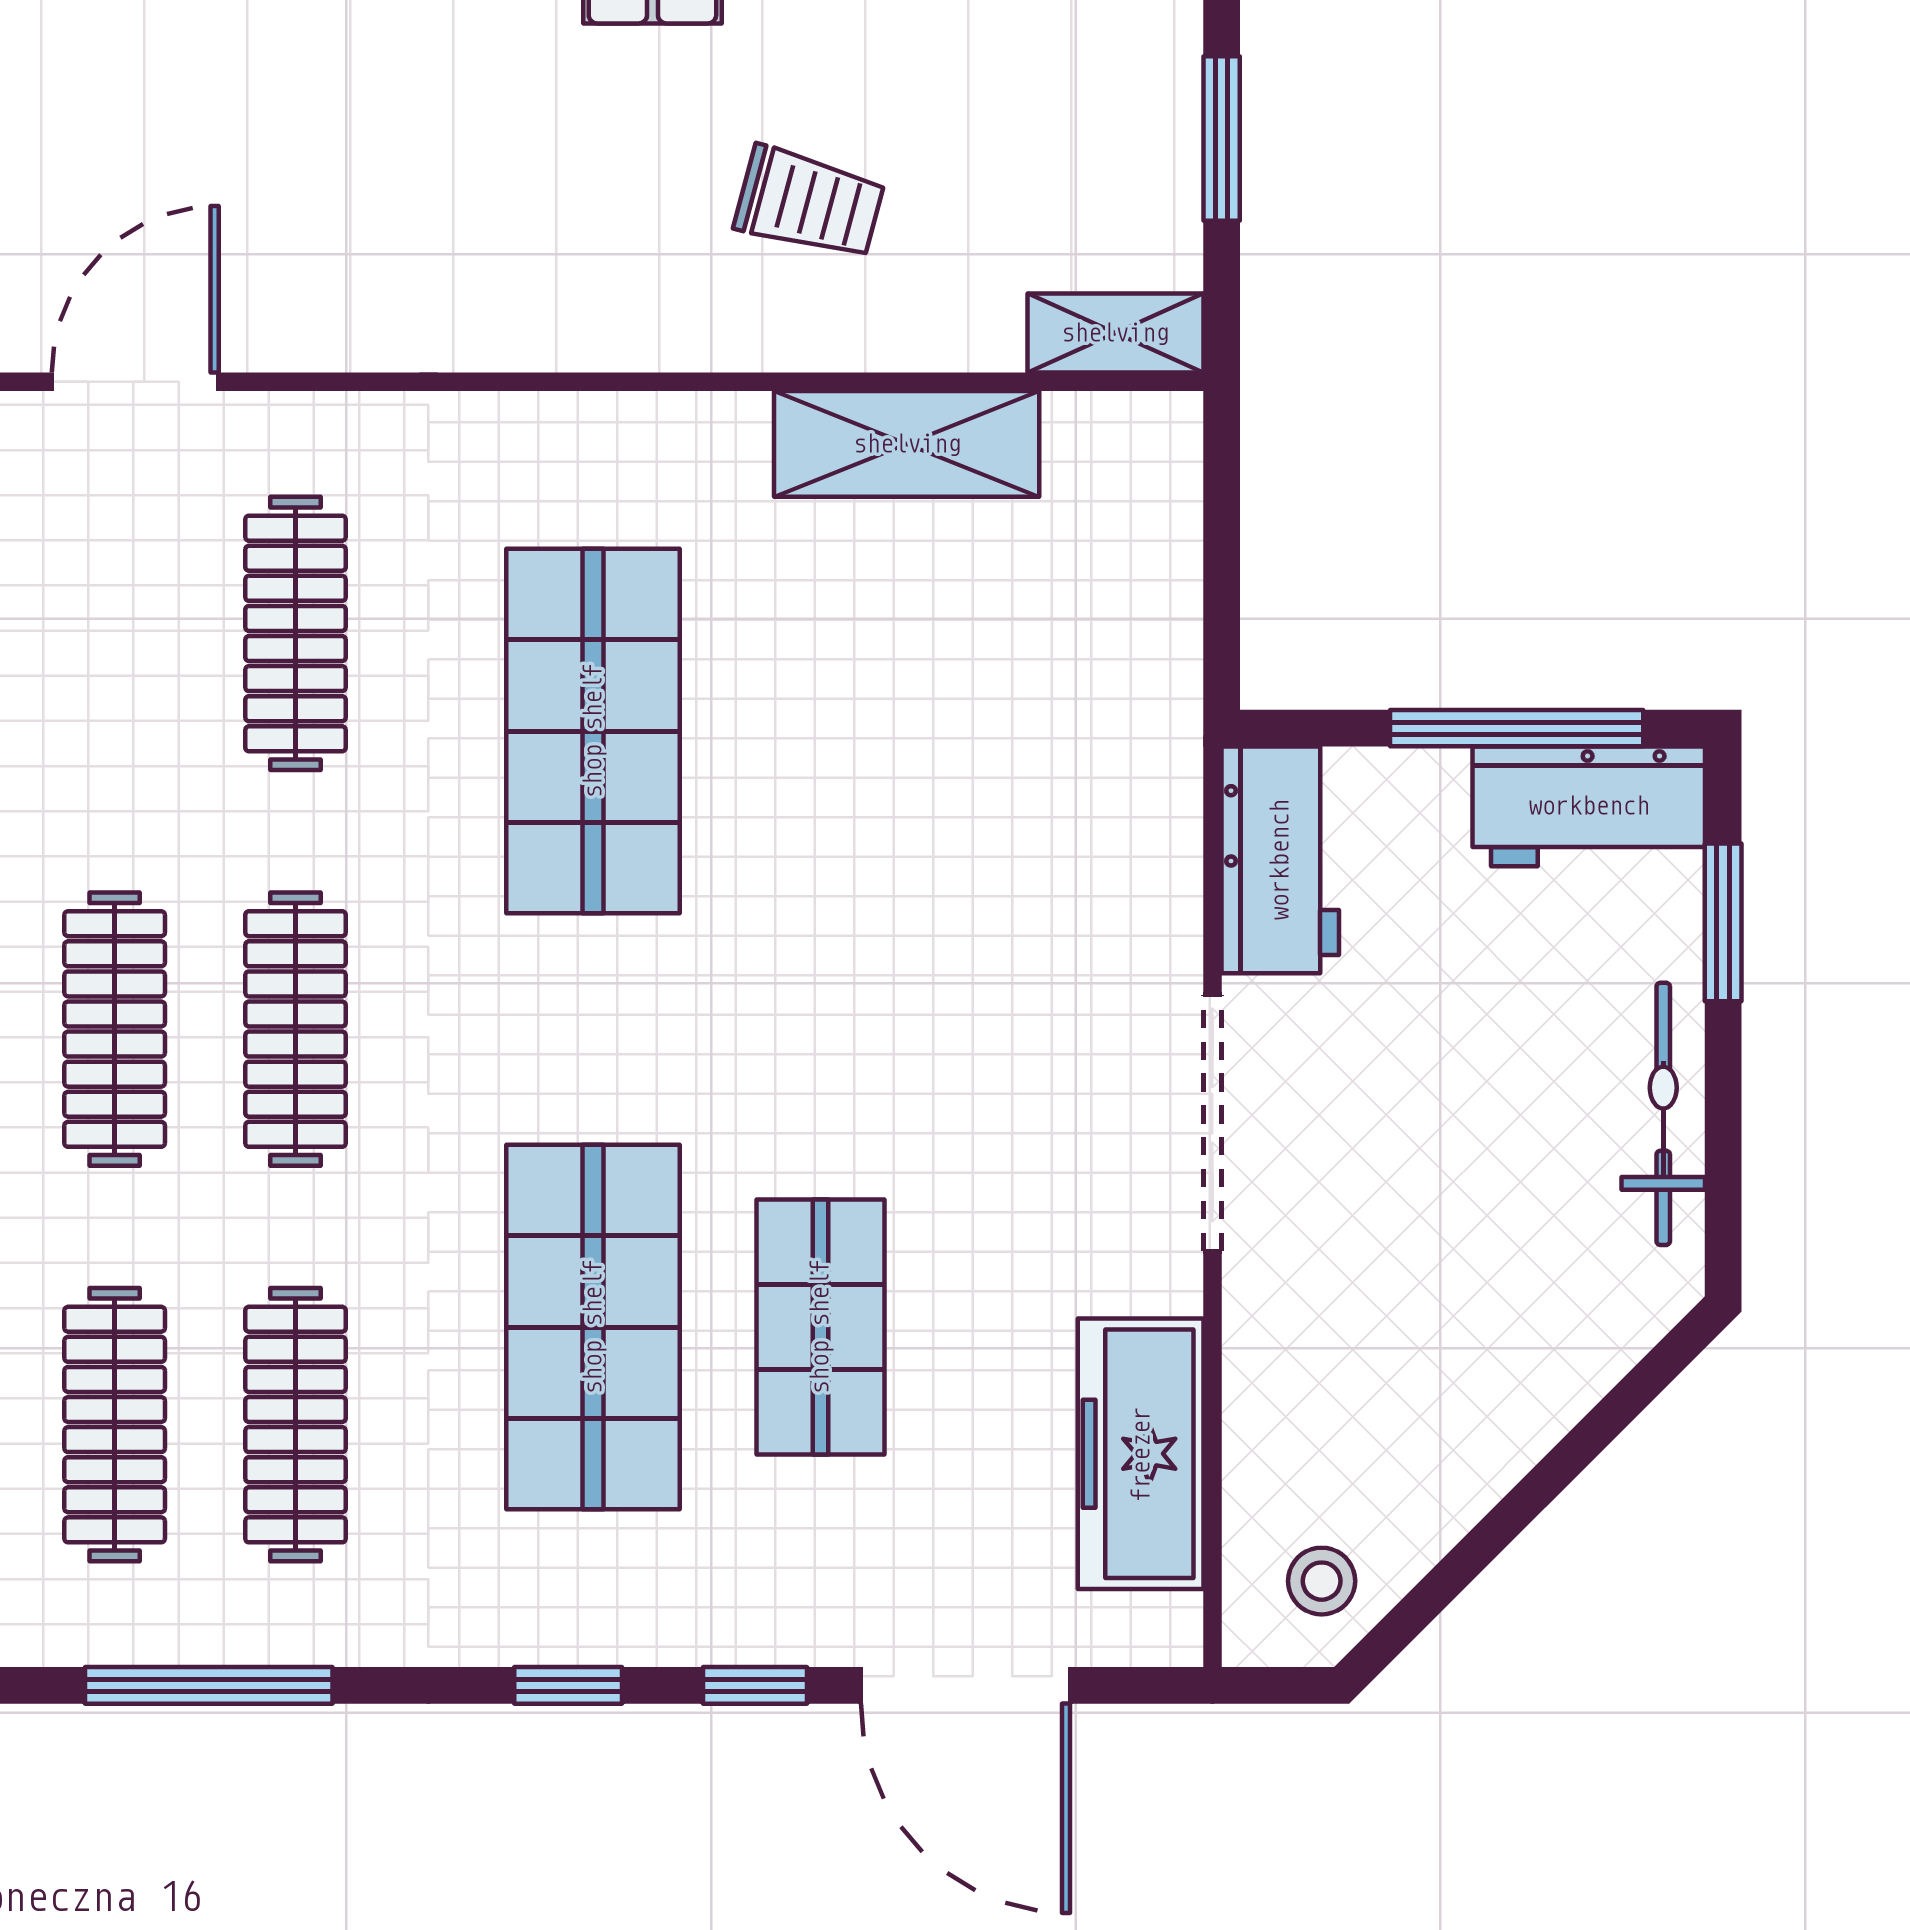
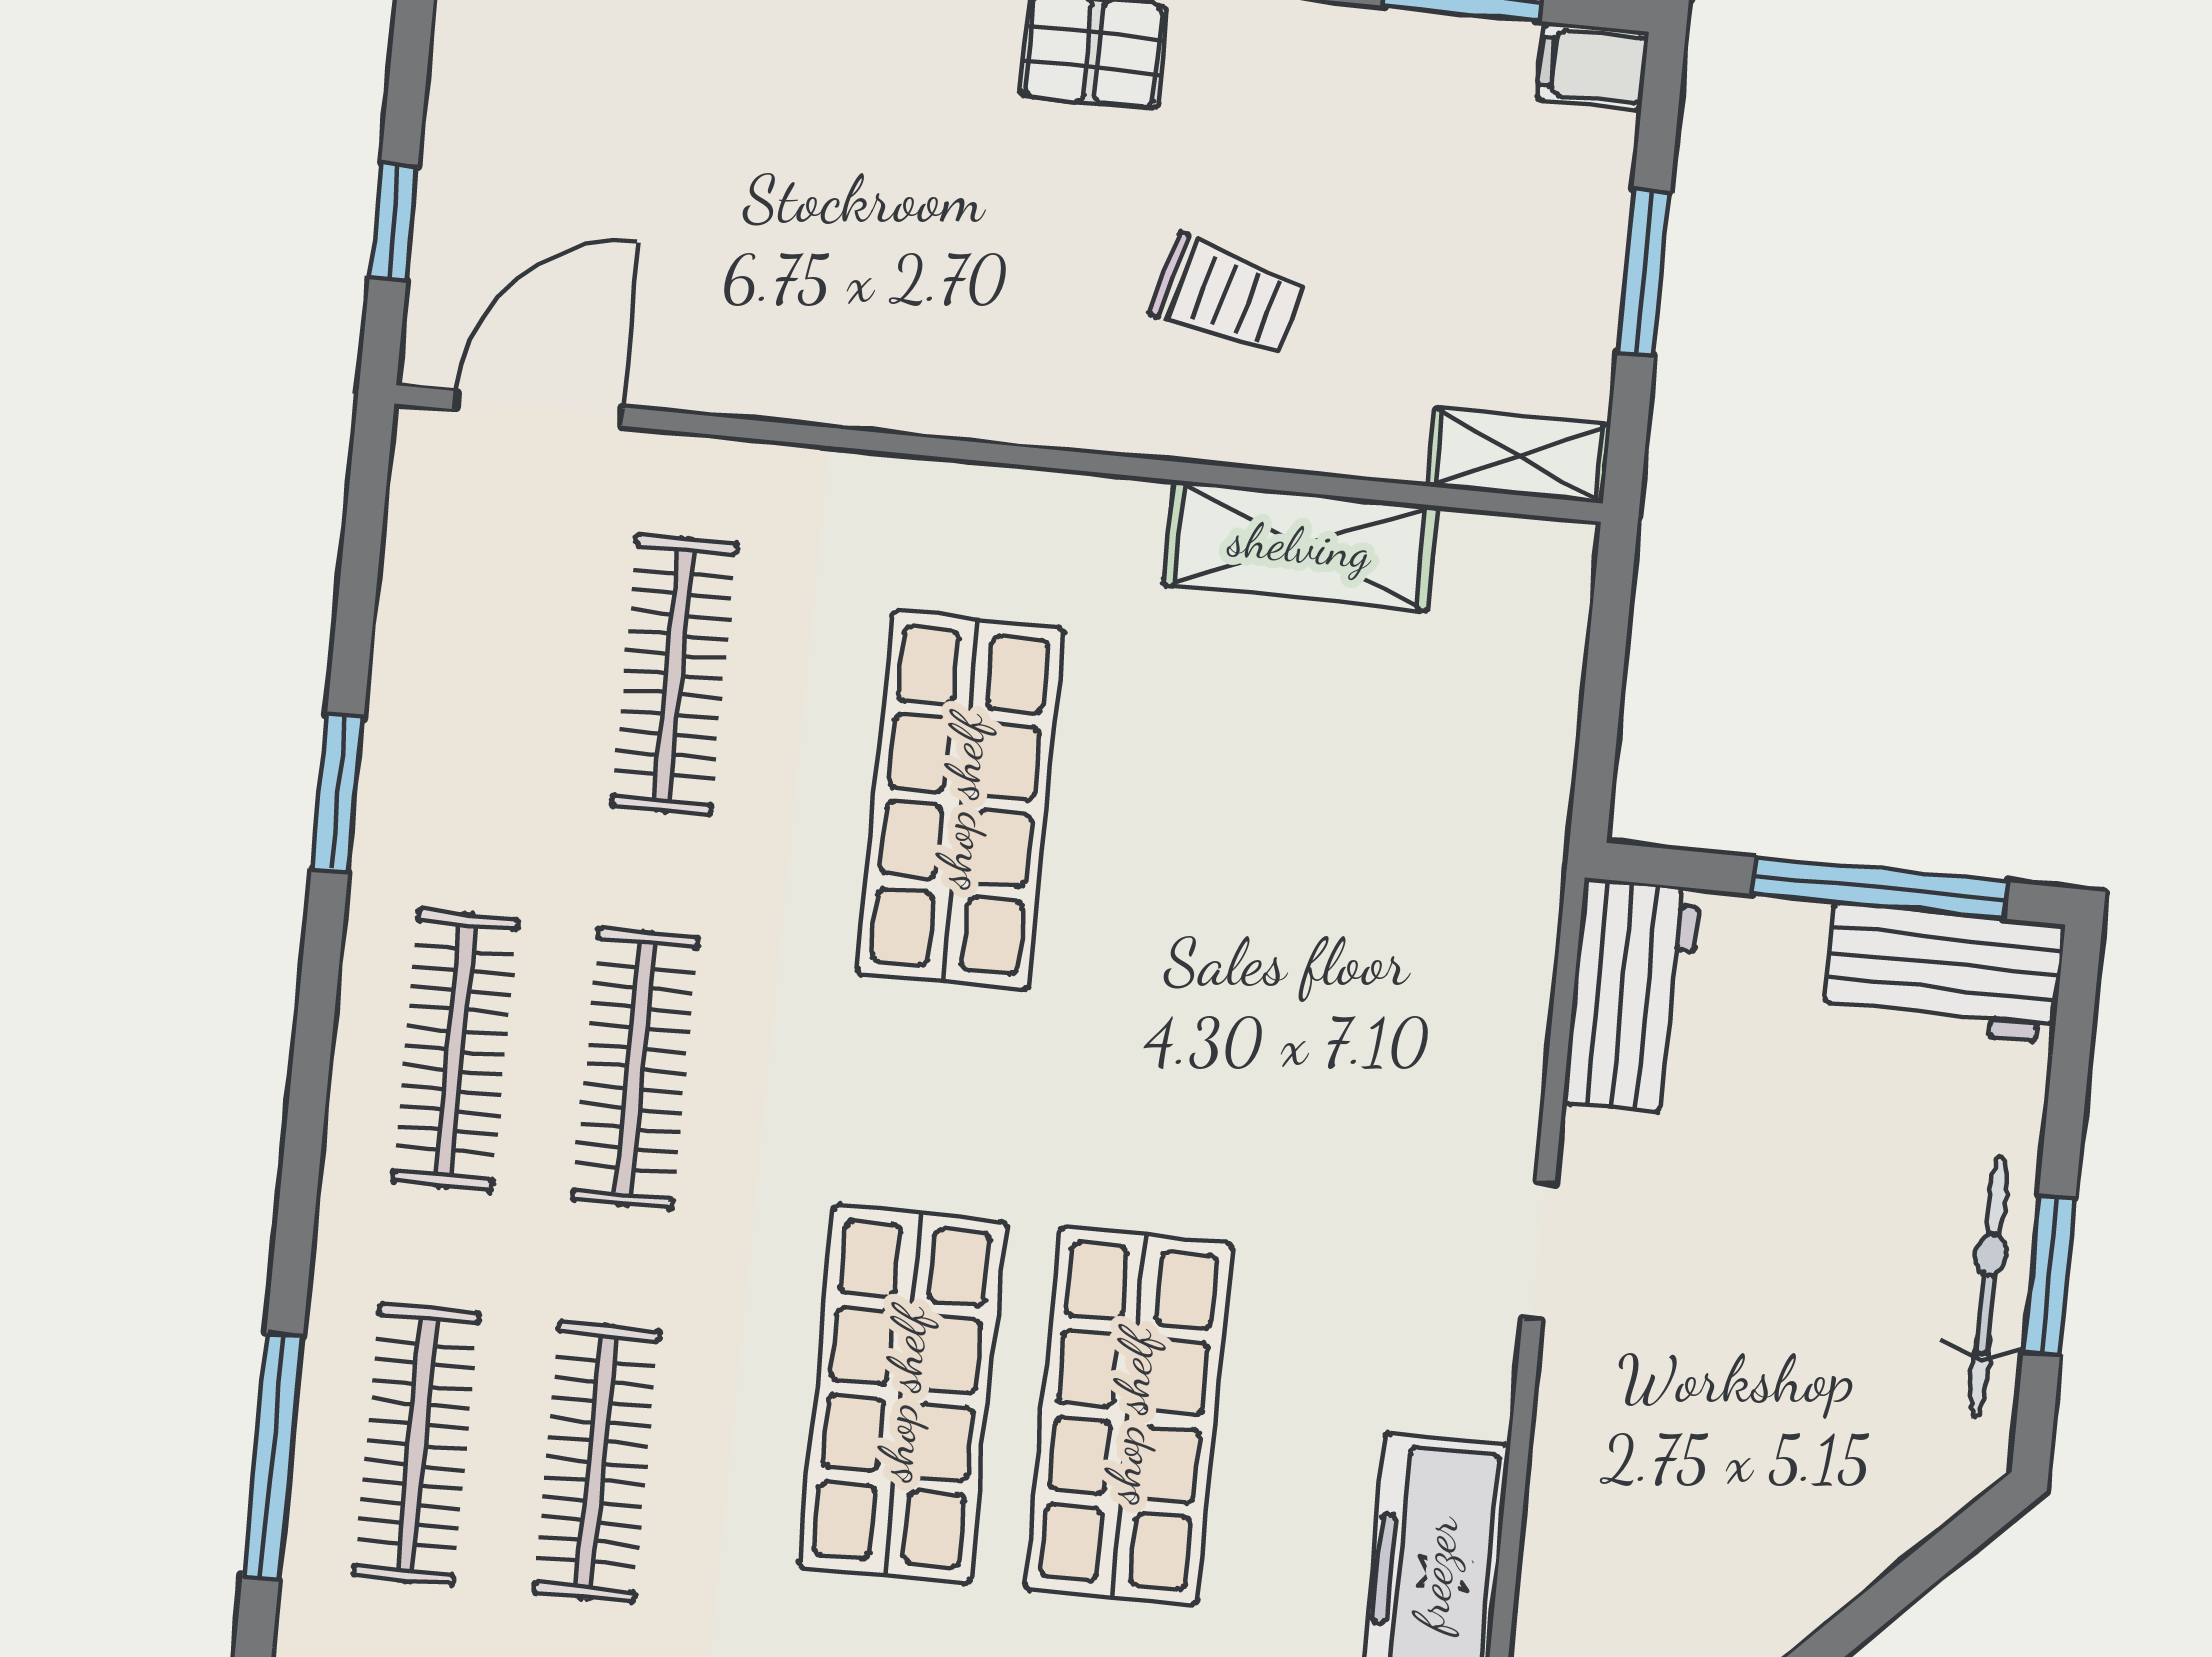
window: (1723, 922) -> (2049, 1276), moved
doorway: (1212, 1123) -> (1539, 1251), width x0.53
shop shelf: (820, 1327) -> (1129, 1416), width x1.43, depth x1.36

